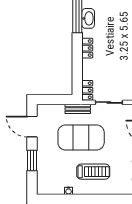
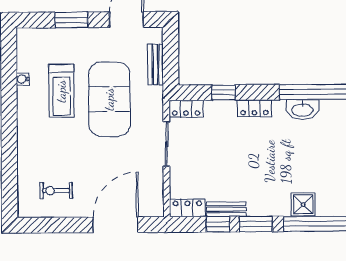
window: (77, 67) -> (223, 92), added
bench: (78, 109) -> (155, 65), moved
treadmill: (93, 172) -> (61, 91), moved

